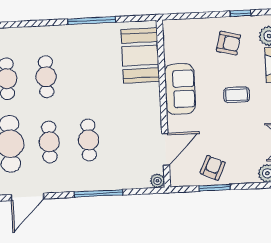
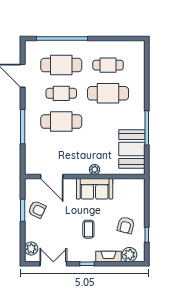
booth: (140, 56) -> (132, 149), moved, turned 90
cafe table: (46, 77) -> (108, 93), width x1.37, depth x1.35
cafe table: (89, 140) -> (61, 122), width x1.37, depth x1.35
plant: (157, 181) -> (94, 169), moved

